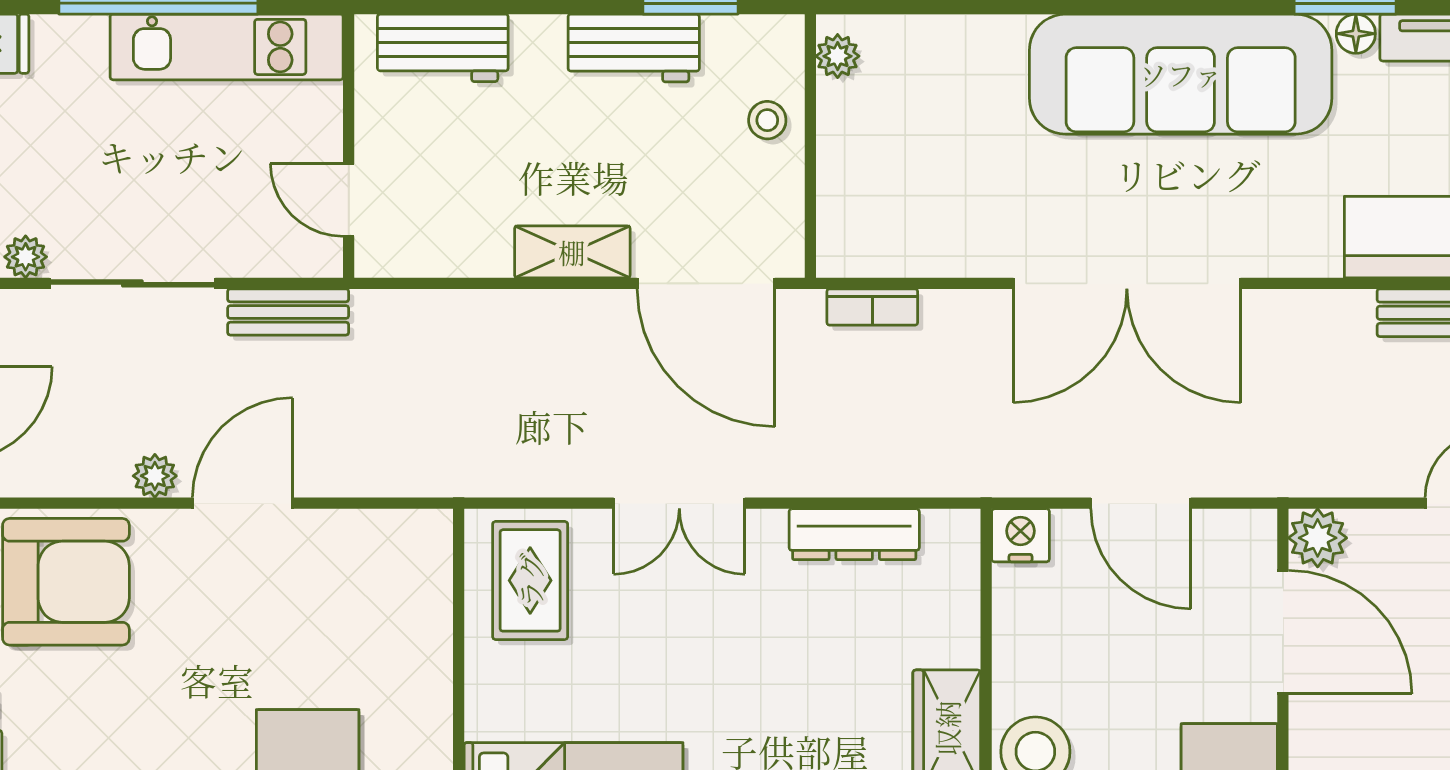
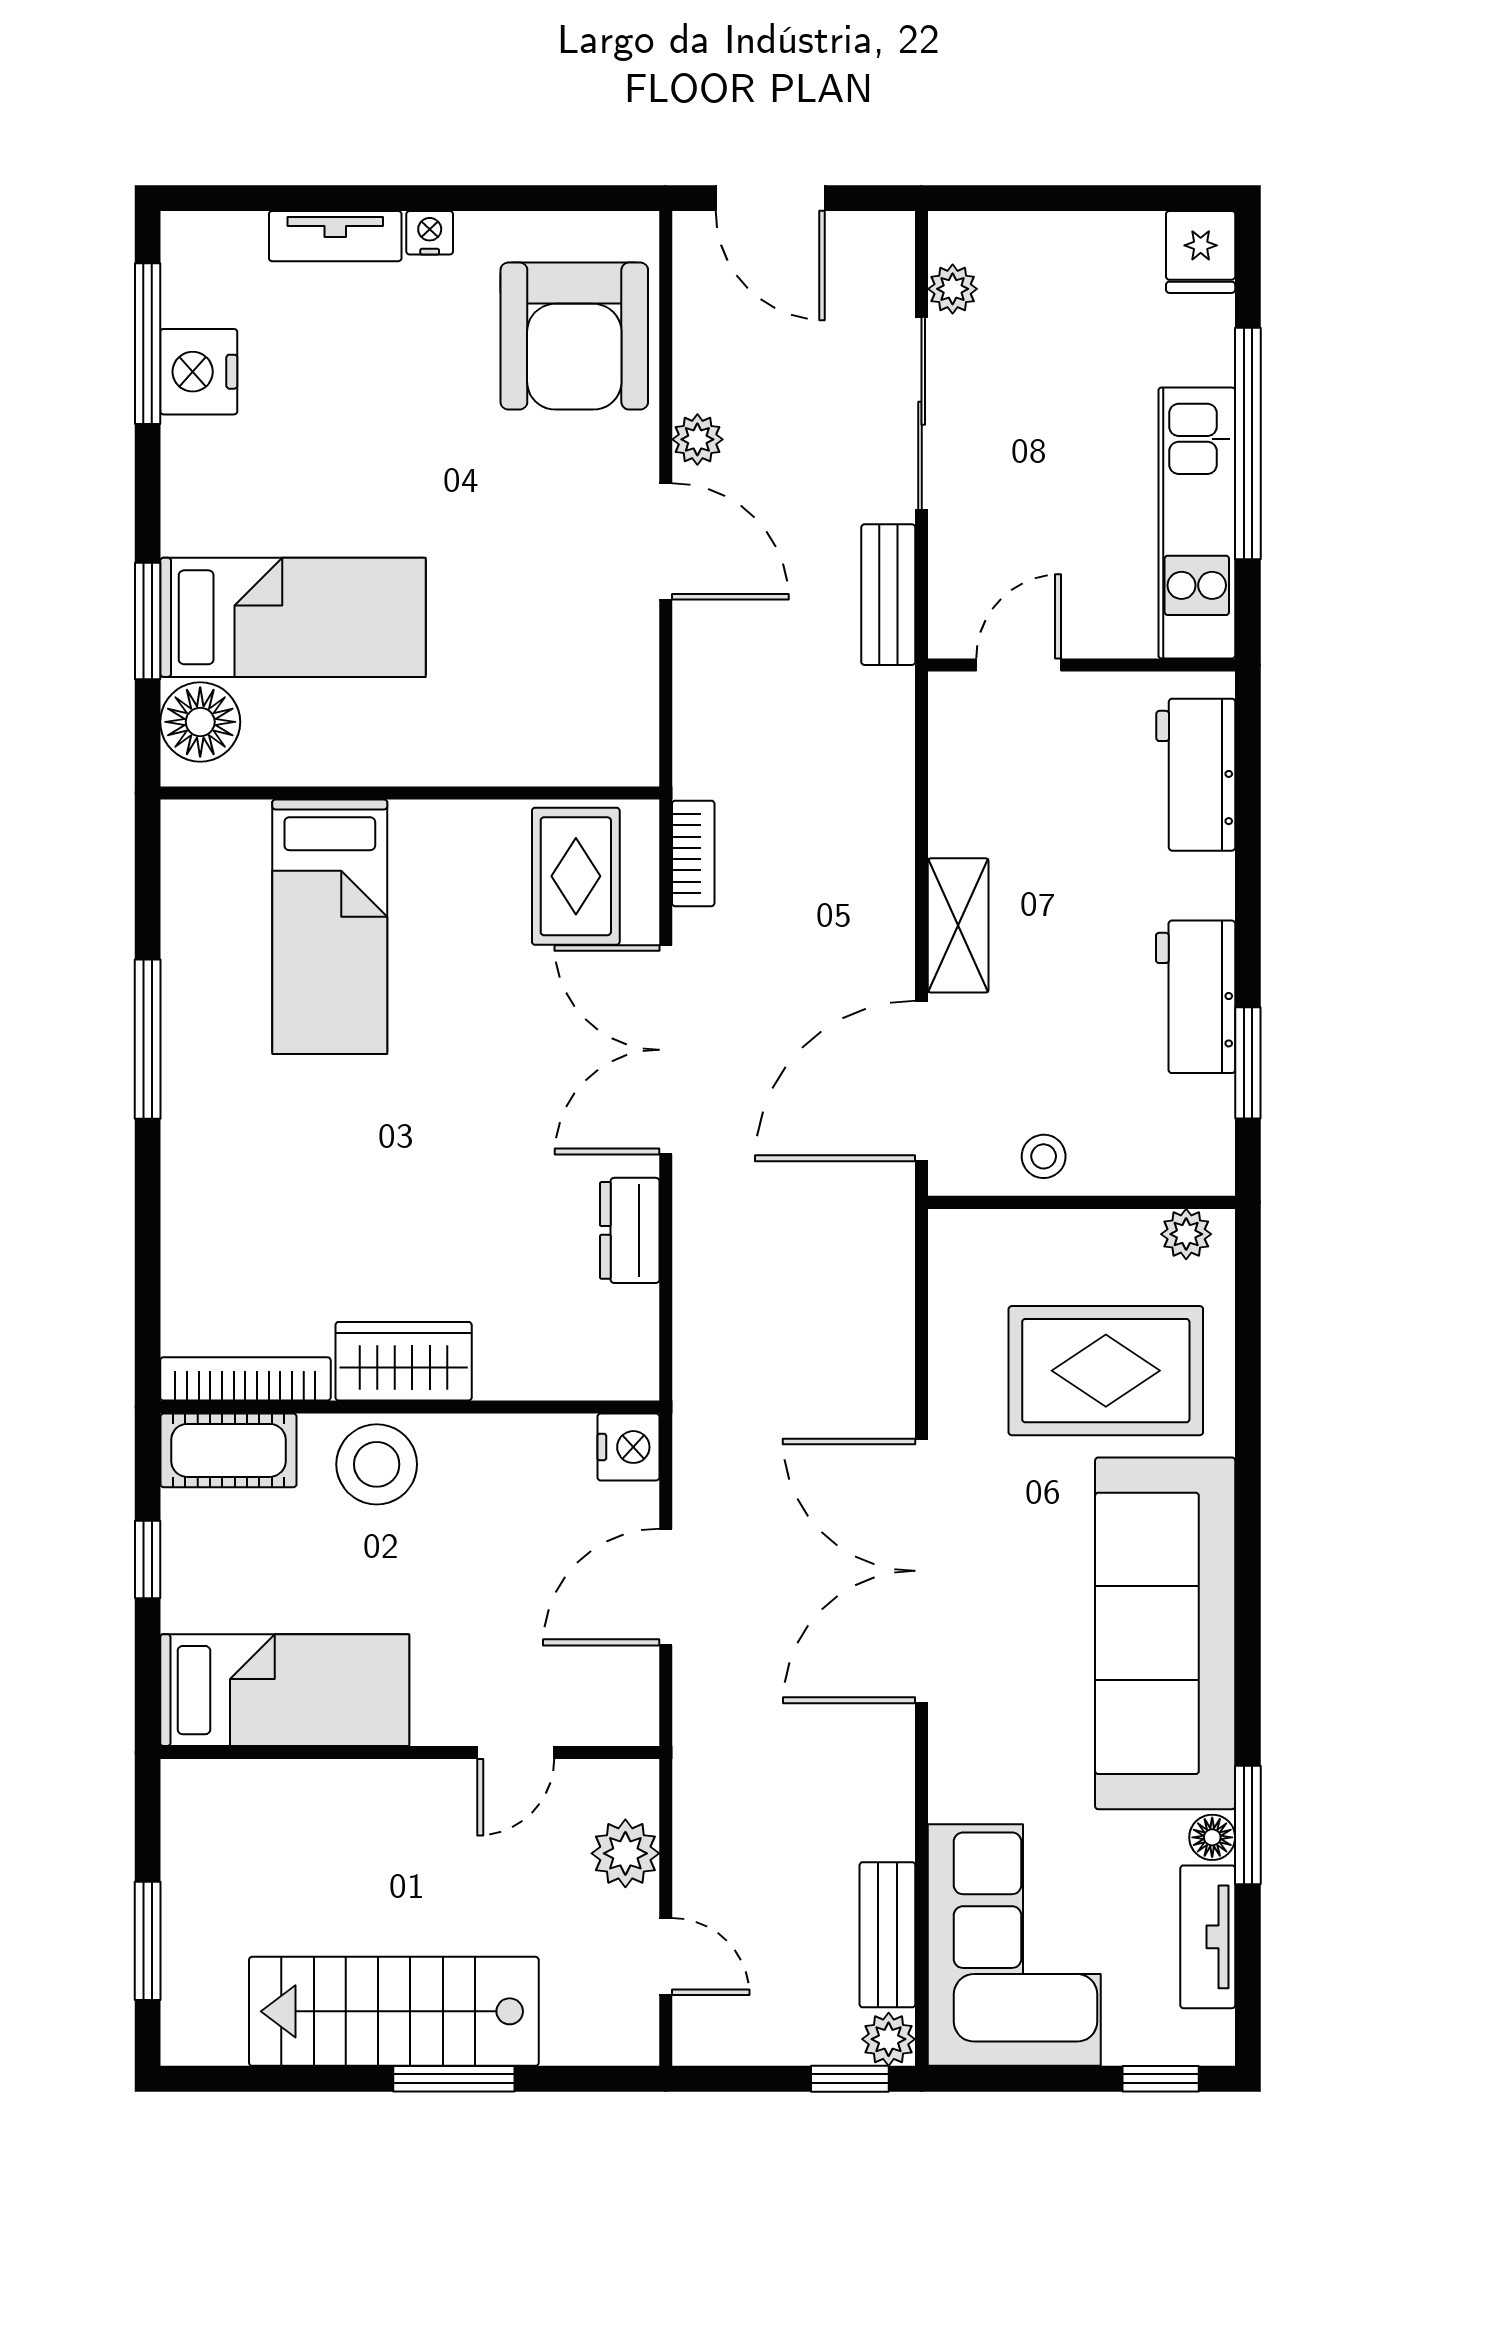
stool: (767, 120) -> (1044, 1156), moved
rug: (955, 125) -> (1106, 1371), added
bookcase: (872, 307) -> (693, 853), moved, turned 180
double door: (679, 503) -> (666, 1050), width x1.37
dresser: (854, 534) -> (630, 1230), width x0.70
plant: (1318, 538) -> (625, 1853), moved
rug: (530, 580) -> (576, 876), turned 90
door: (1283, 632) -> (516, 1752), width x0.53

